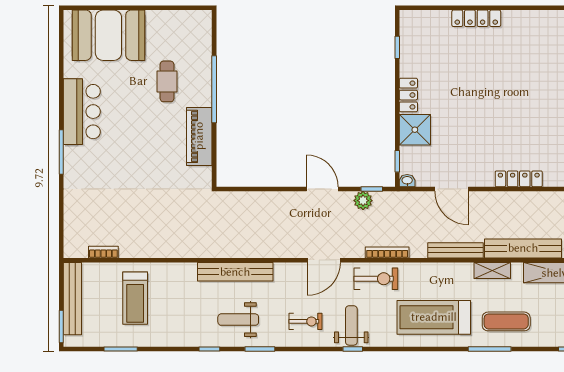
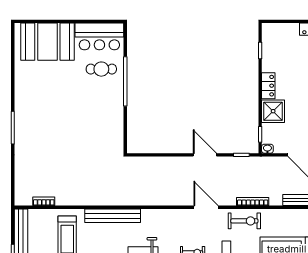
cafe table: (167, 81) -> (101, 69), moved, turned 90
bar counter: (82, 112) -> (99, 36), moved, turned 90
piano: (199, 136) -> (114, 116), removed
plant: (363, 201) -> (235, 163), removed
door: (324, 260) -> (206, 207), swing flipped
bench: (235, 272) -> (113, 216), moved

